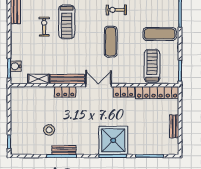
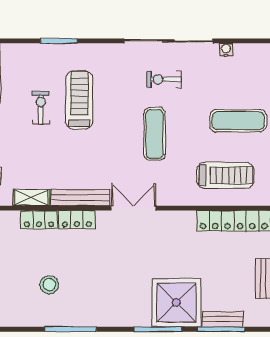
treadmill: (67, 22) -> (79, 100), turned 180
treadmill: (152, 66) -> (225, 175), turned 90
locker: (124, 92) -> (39, 220), moved
shower: (113, 140) -> (176, 303), moved
bench: (64, 150) -> (223, 319), moved

